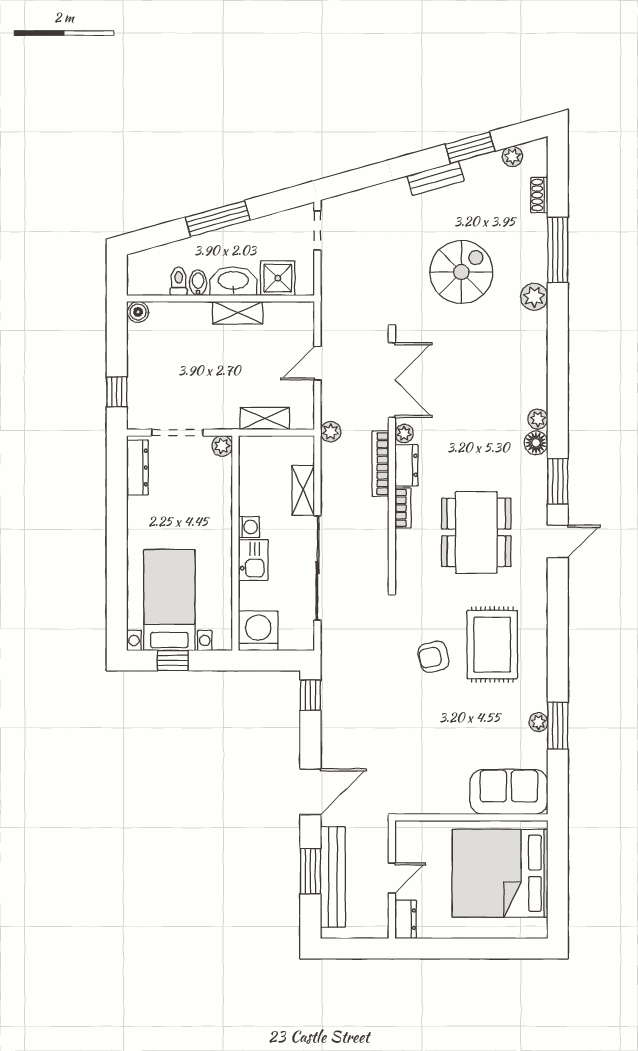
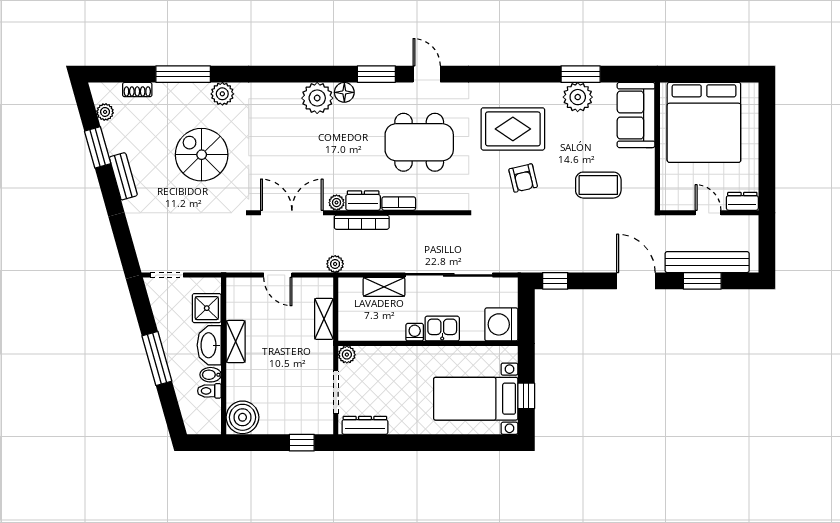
boiler: (138, 312) -> (242, 417), width x1.86, depth x1.86
plant: (538, 419) -> (317, 98), width x1.88, depth x1.88
plant: (538, 722) -> (578, 97), width x1.88, depth x1.88
coffee table: (425, 747) -> (598, 185), added

